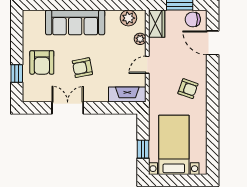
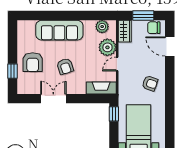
plant: (140, 39) -> (107, 47), width x1.88, depth x1.88
armchair: (82, 68) -> (65, 66), turned -97
window: (143, 149) -> (114, 114), moved

